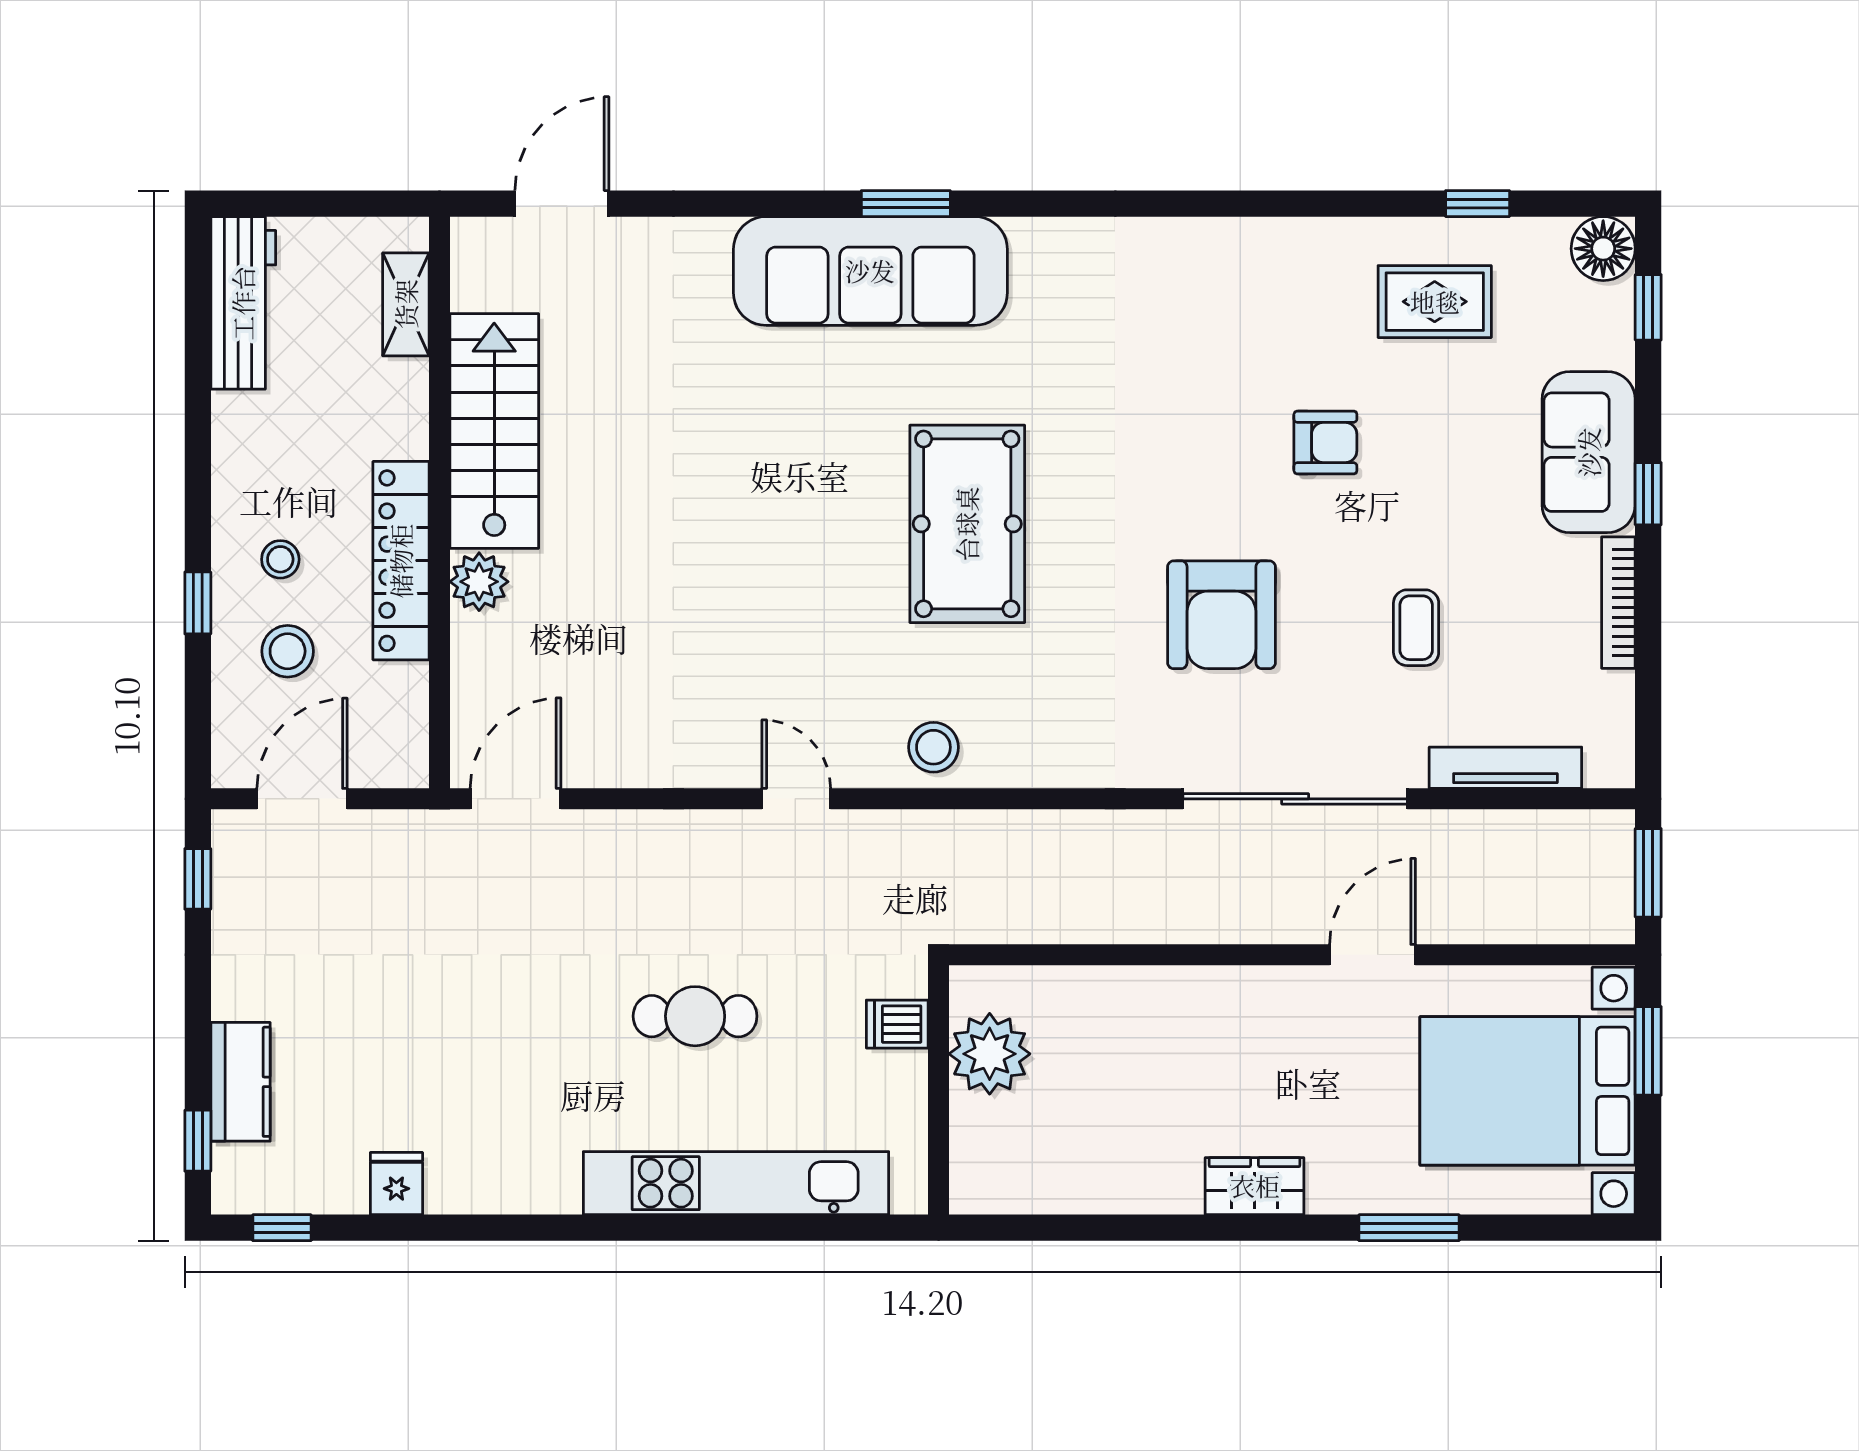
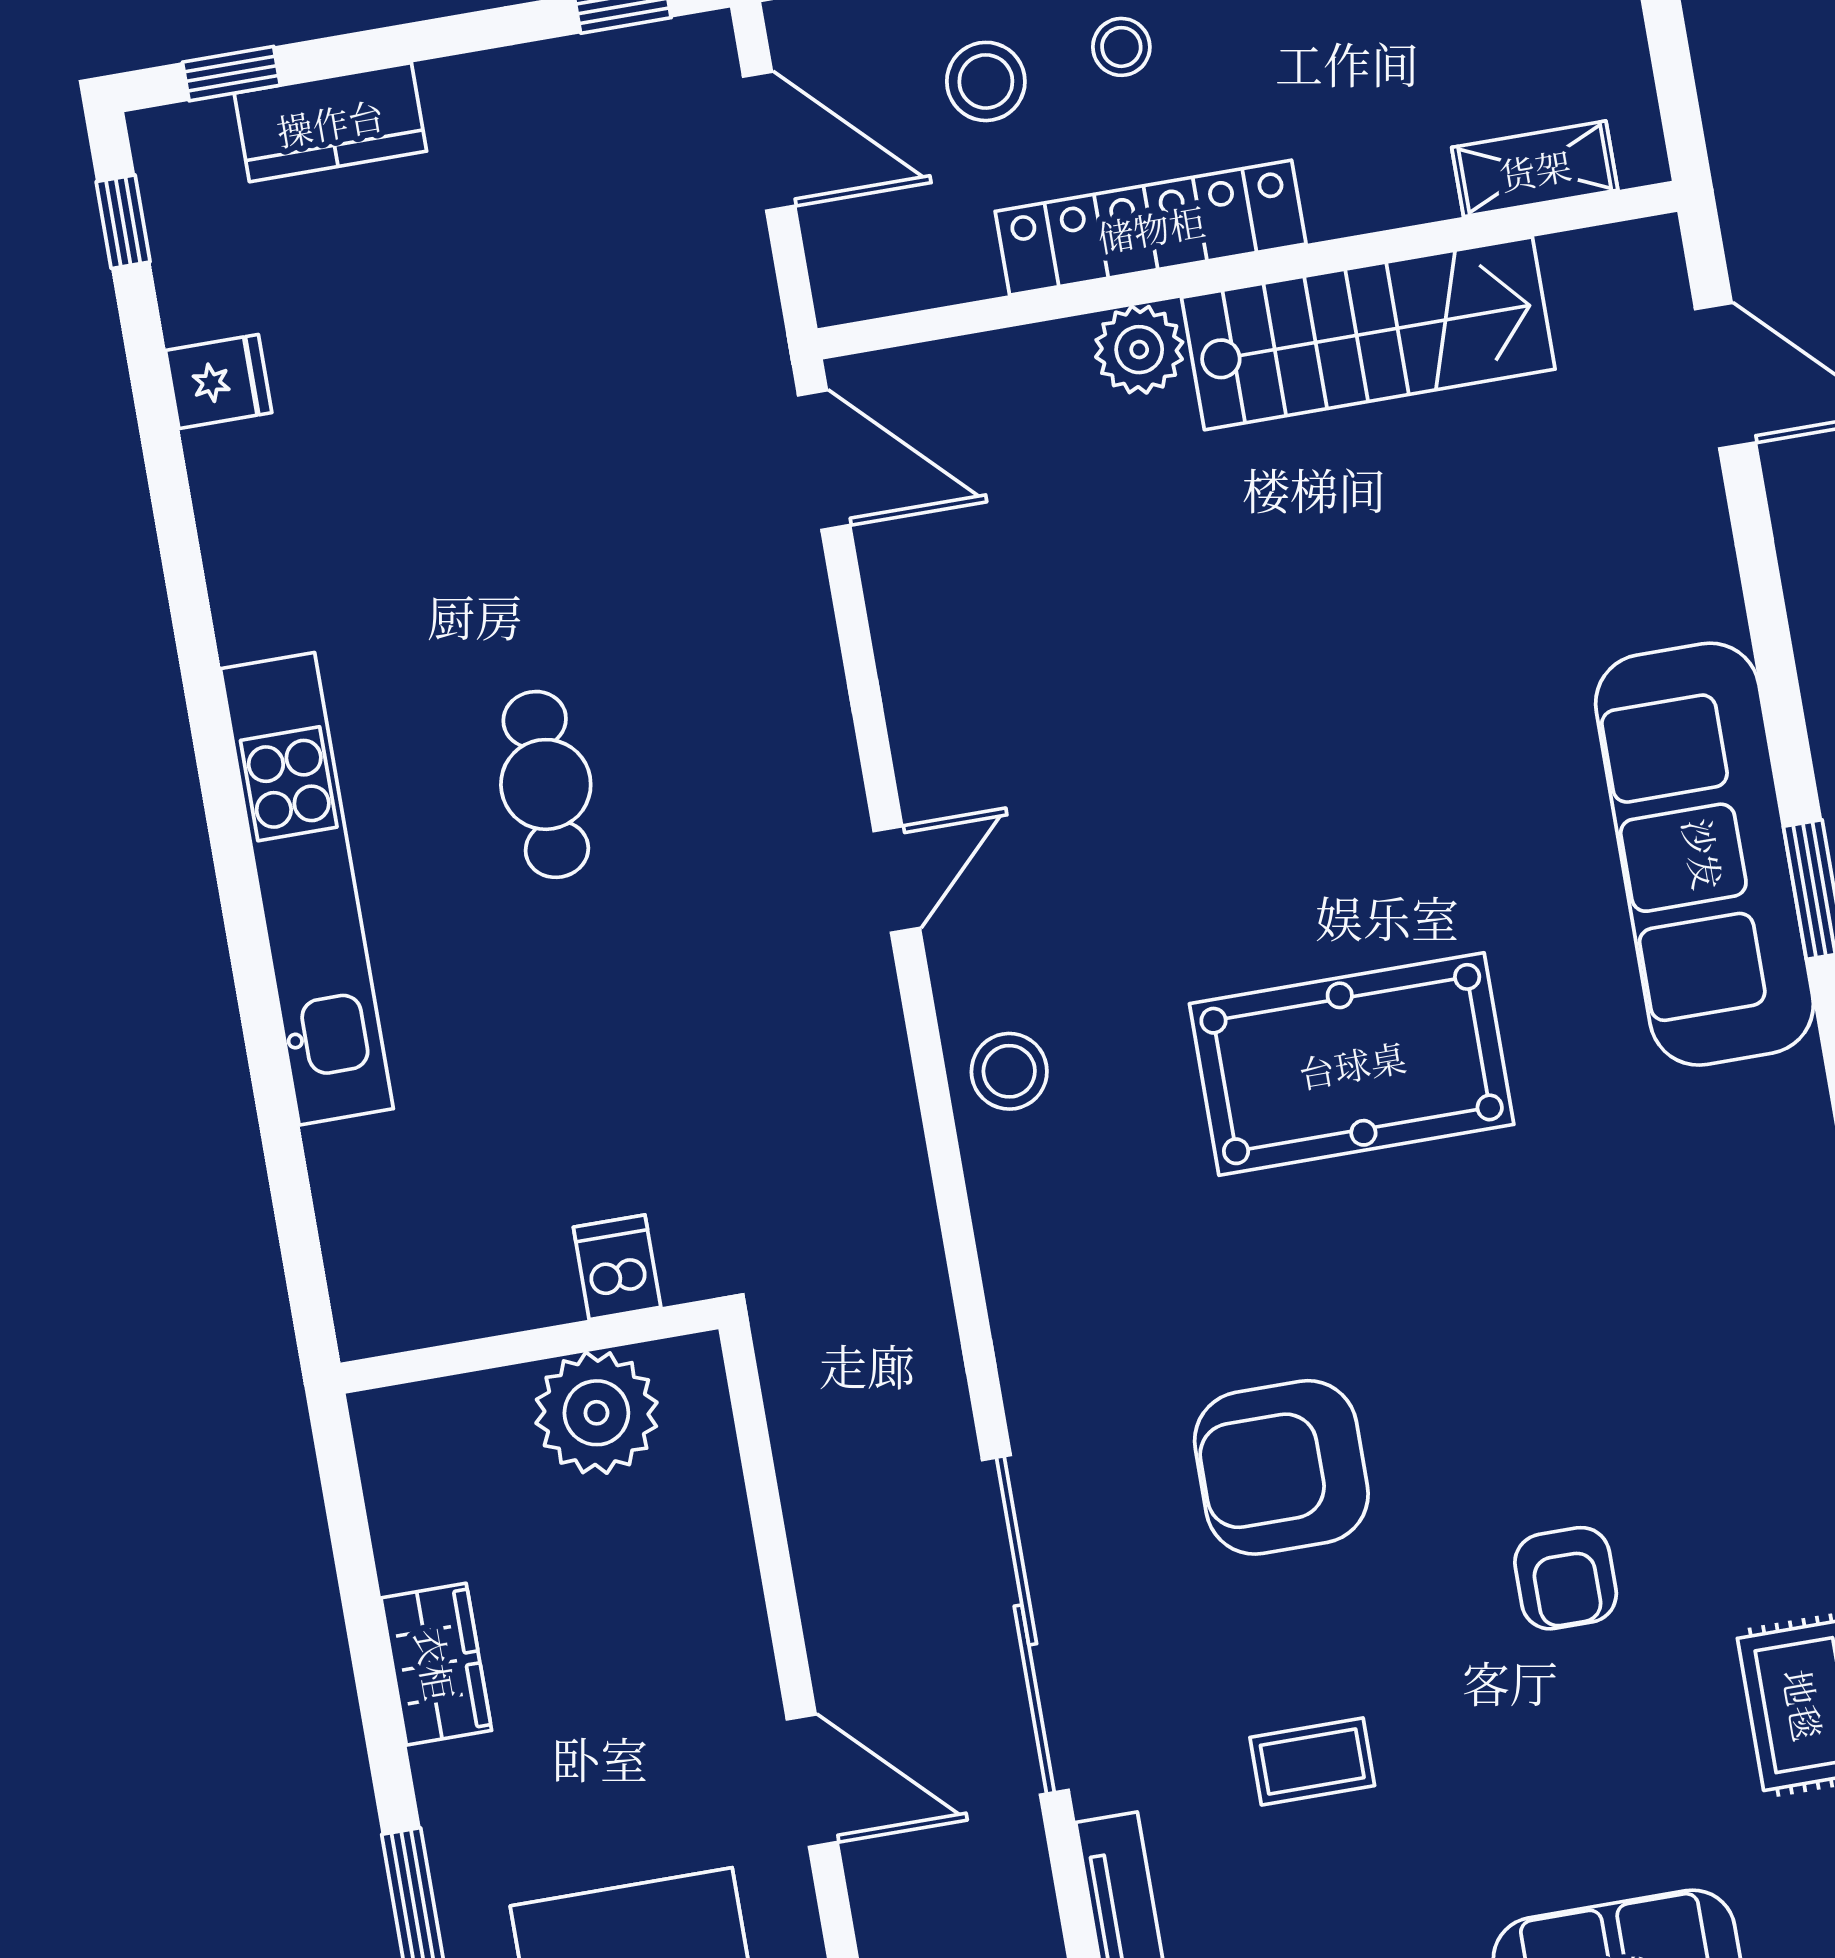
dishwasher: (897, 1024) -> (617, 1267), moved
plant: (990, 1054) -> (596, 1413), moved
wall: (939, 1090) -> (529, 1346), moved

